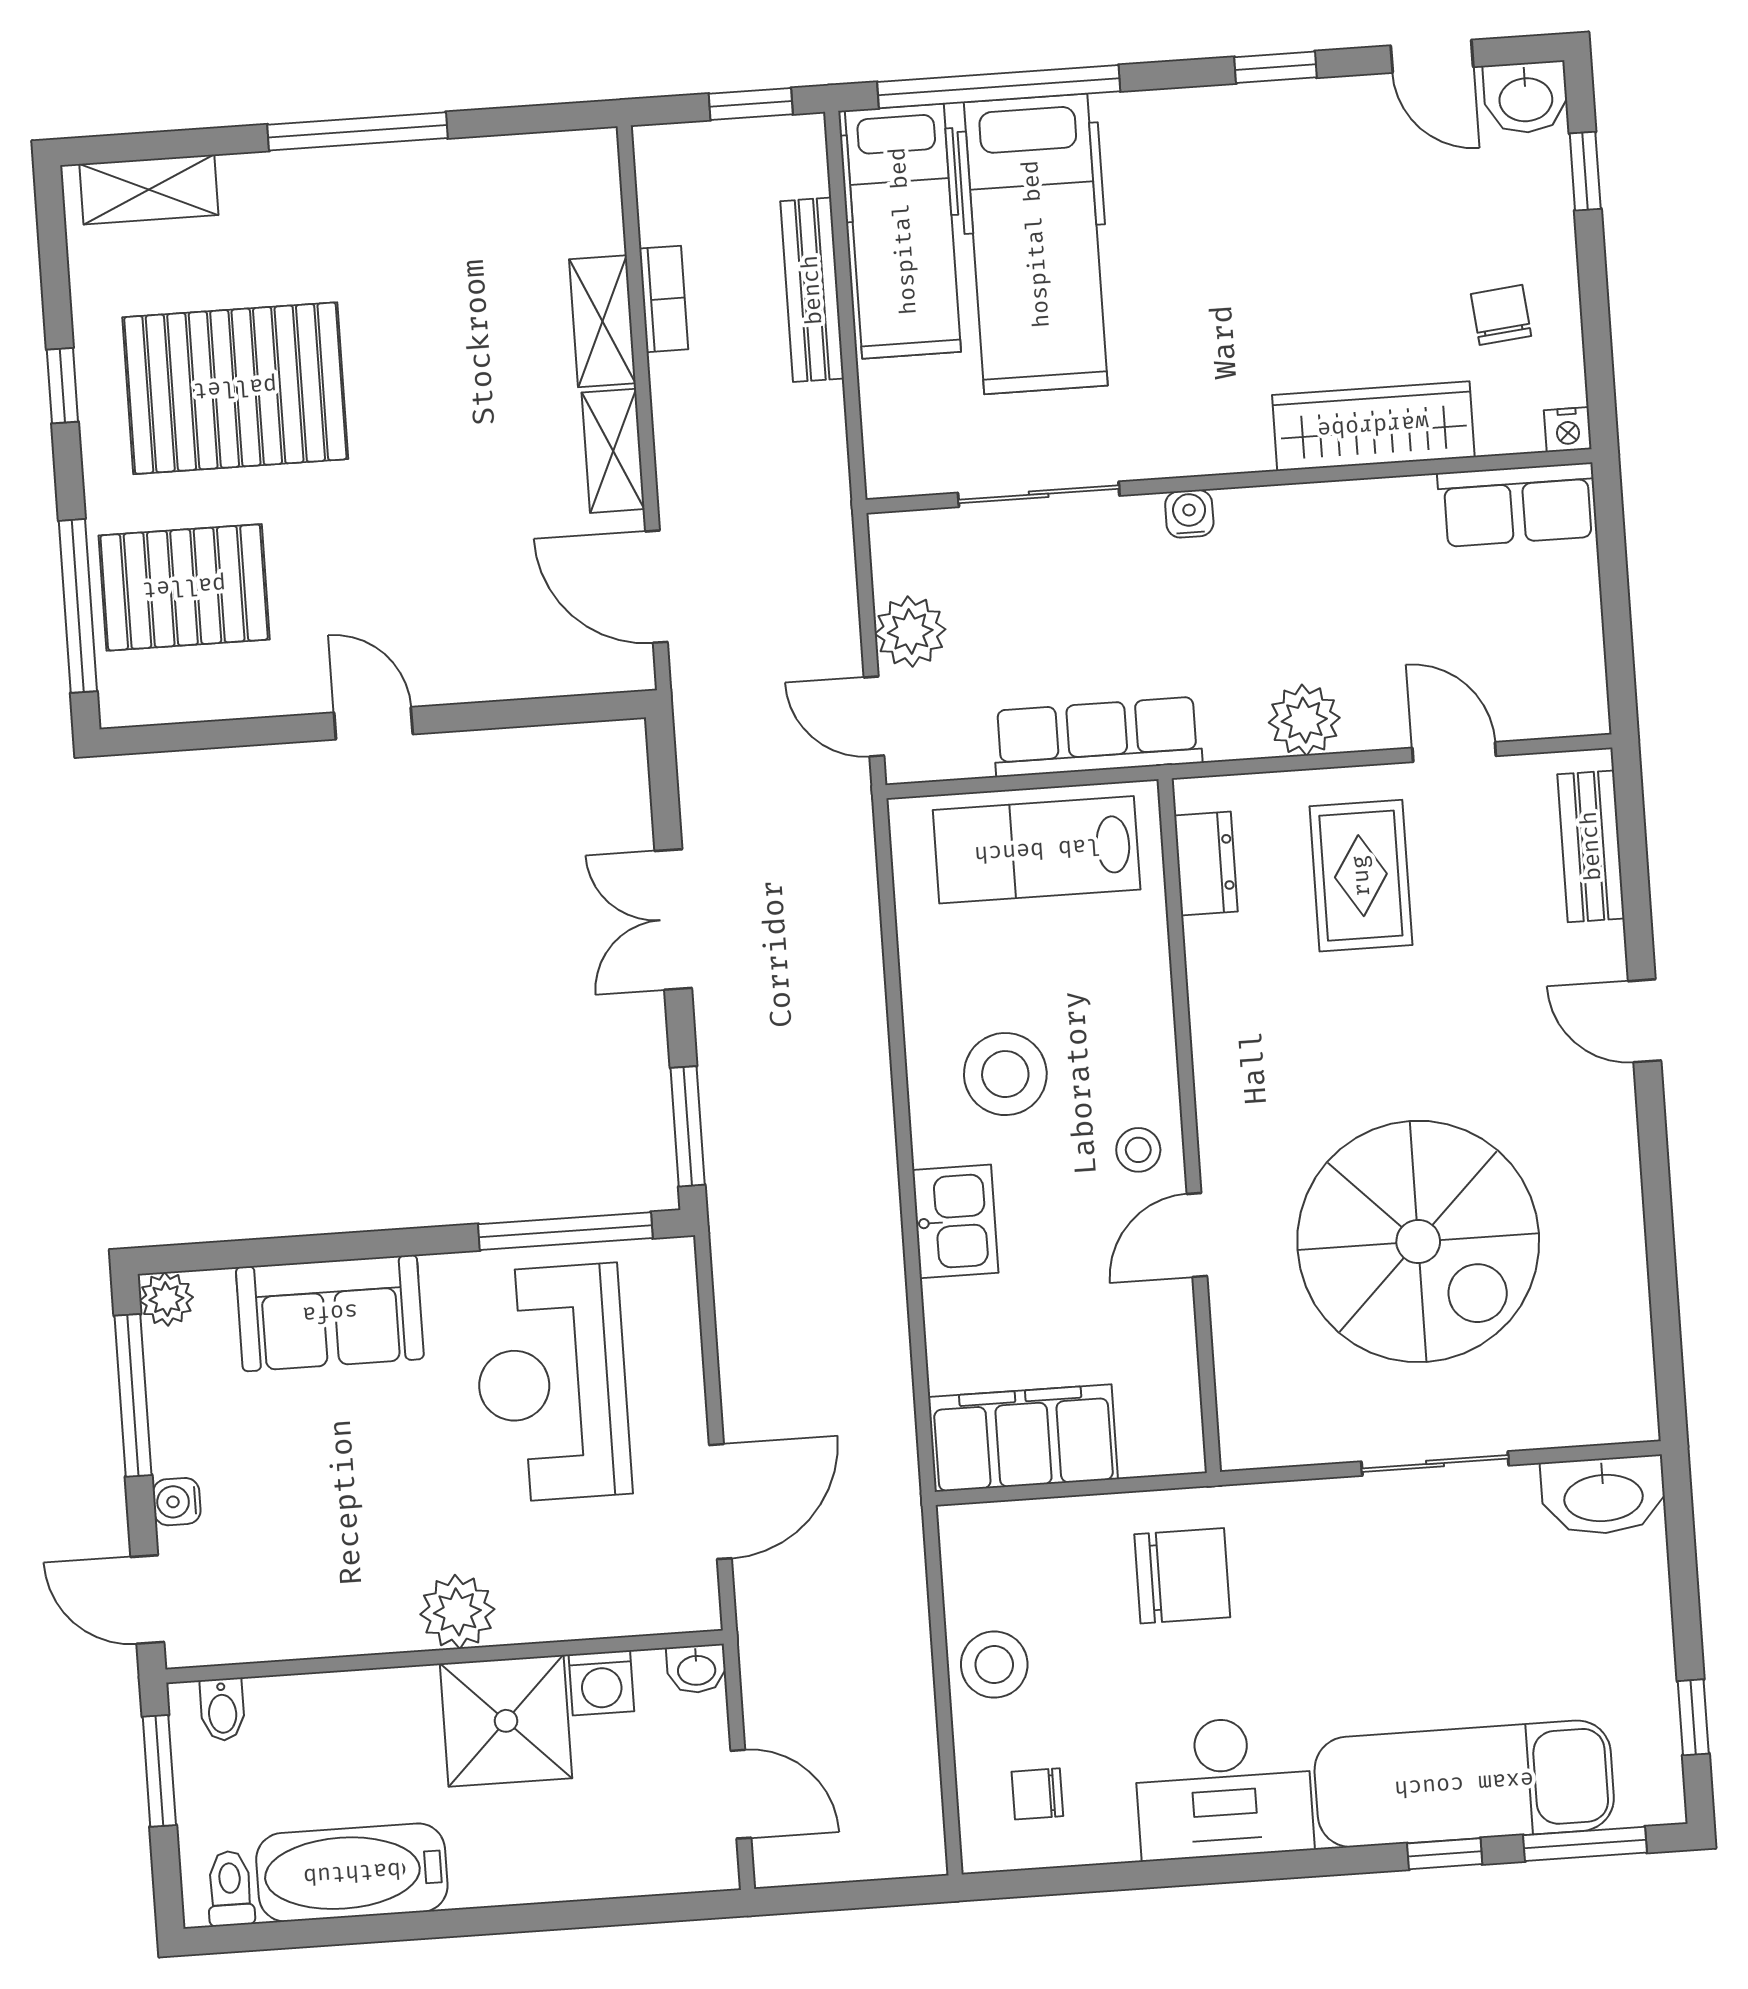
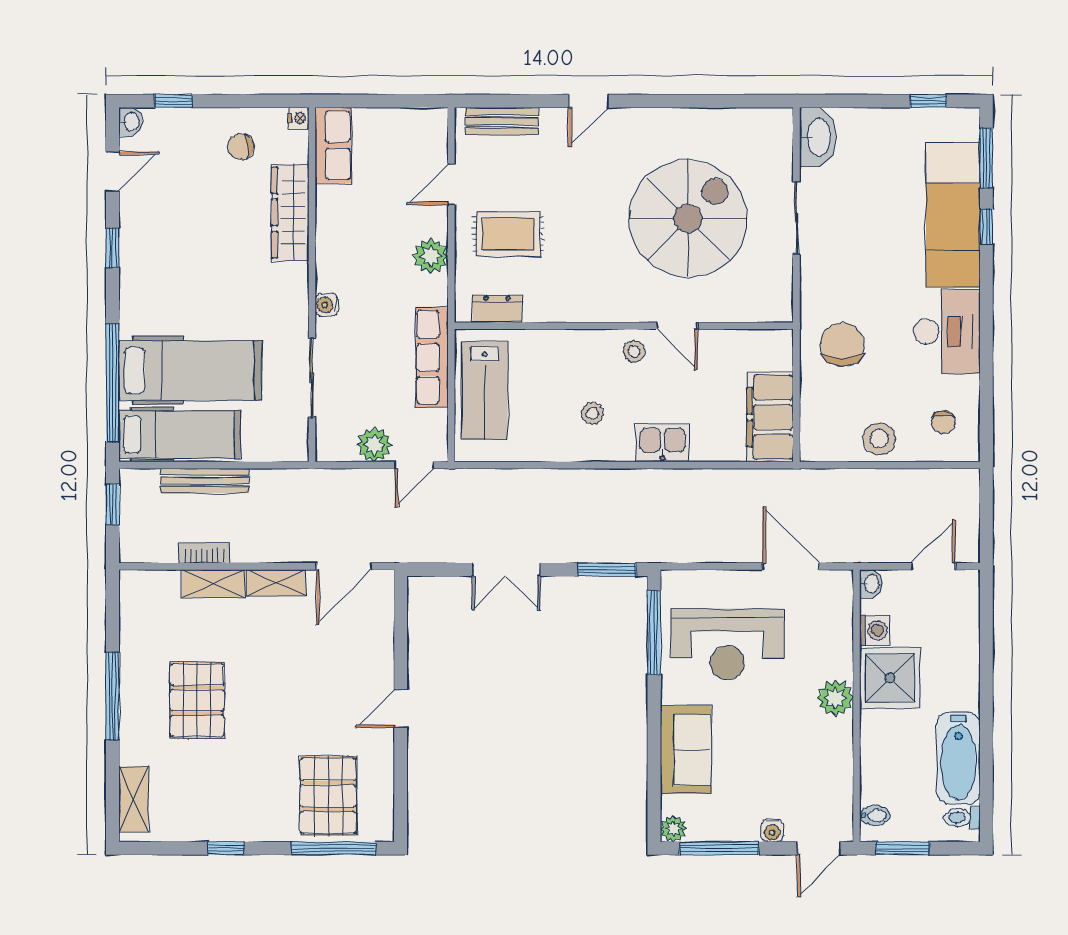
washbasin: (1526, 98) -> (131, 122), width x0.72, depth x0.69
pallet: (235, 388) -> (197, 700), moved, width x0.73, depth x0.71
stool: (1005, 1074) -> (593, 413), width x0.53, depth x0.53

